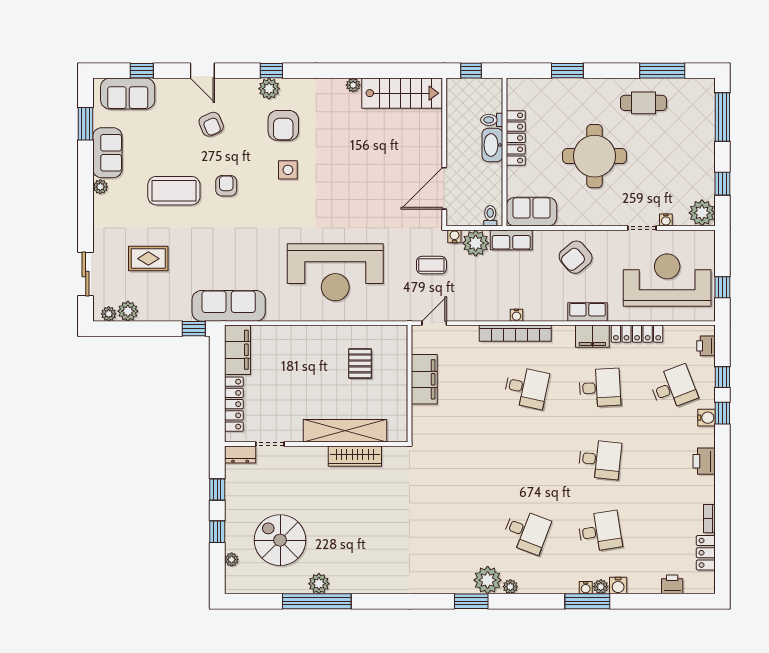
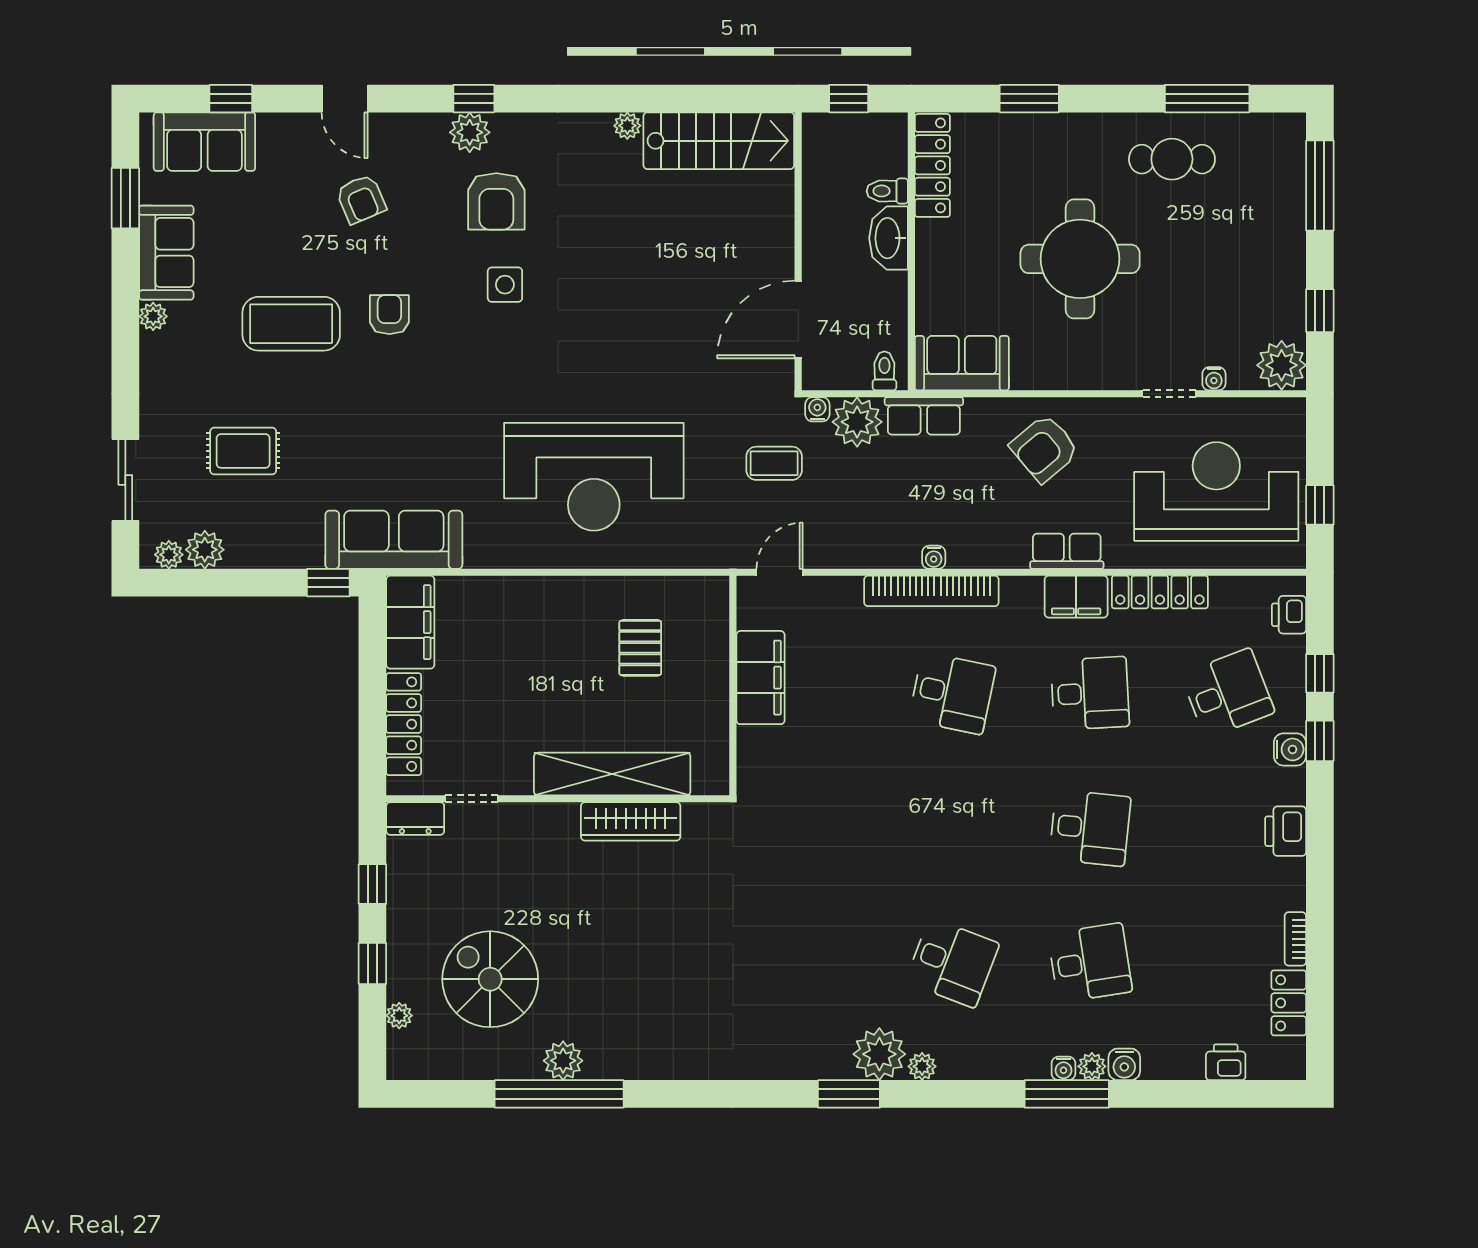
locker: (516, 138) -> (932, 165), moved

